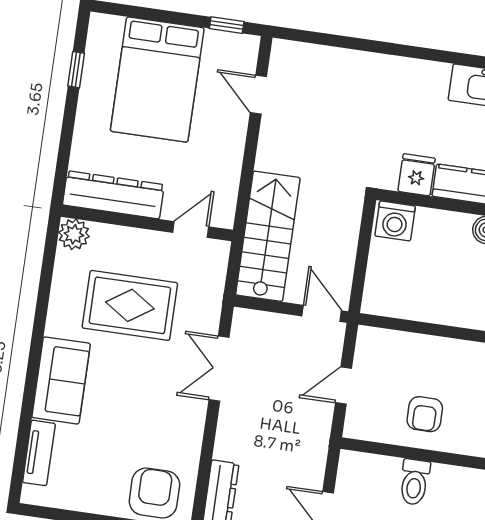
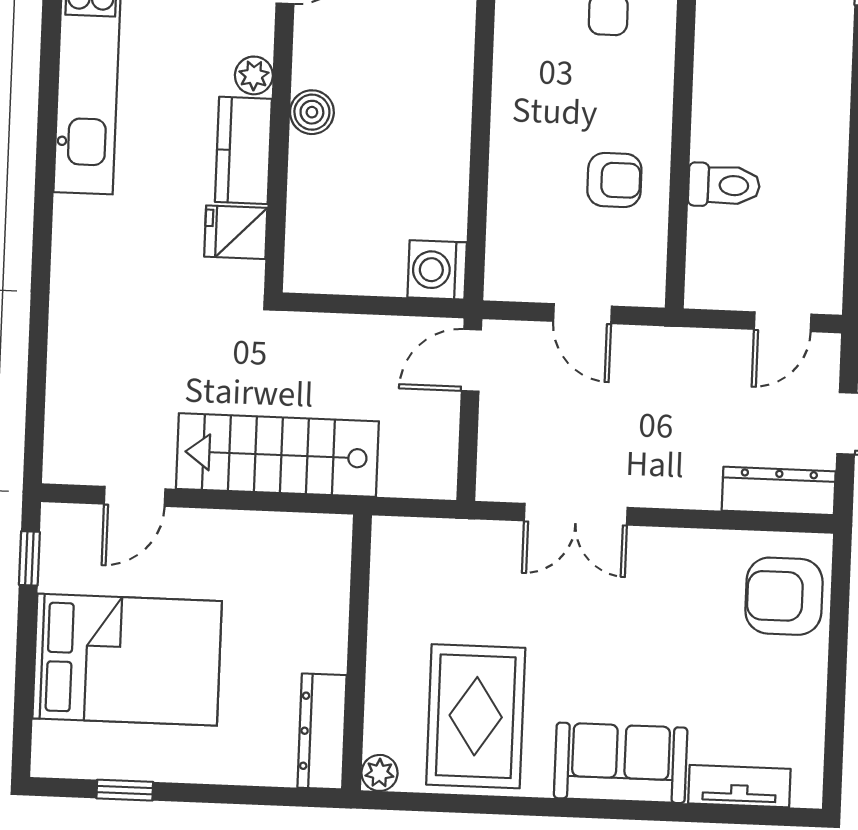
dresser: (113, 195) -> (322, 731), width x0.73, depth x0.80
washing machine: (395, 221) -> (437, 270), moved, turned 180
door: (191, 230) -> (360, 582), removed
plant: (74, 234) -> (380, 773), width x0.73, depth x0.73
stairs: (268, 236) -> (277, 455), moved
rug: (130, 305) -> (476, 716), moved

